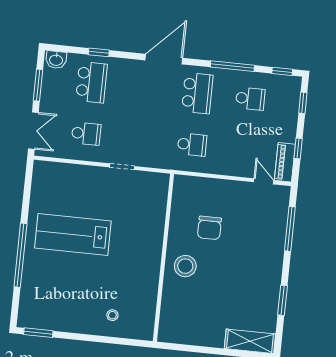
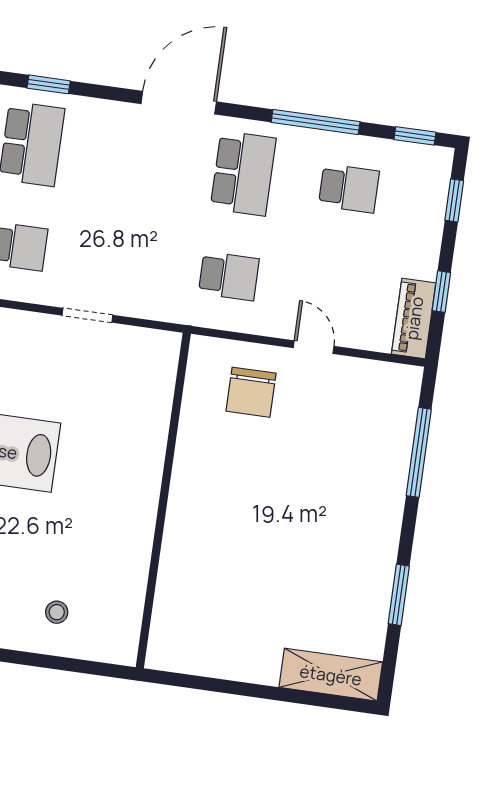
door: (264, 181) -> (314, 347), moved
chair: (209, 228) -> (251, 392), moved
stool: (185, 266) -> (206, 519), removed

